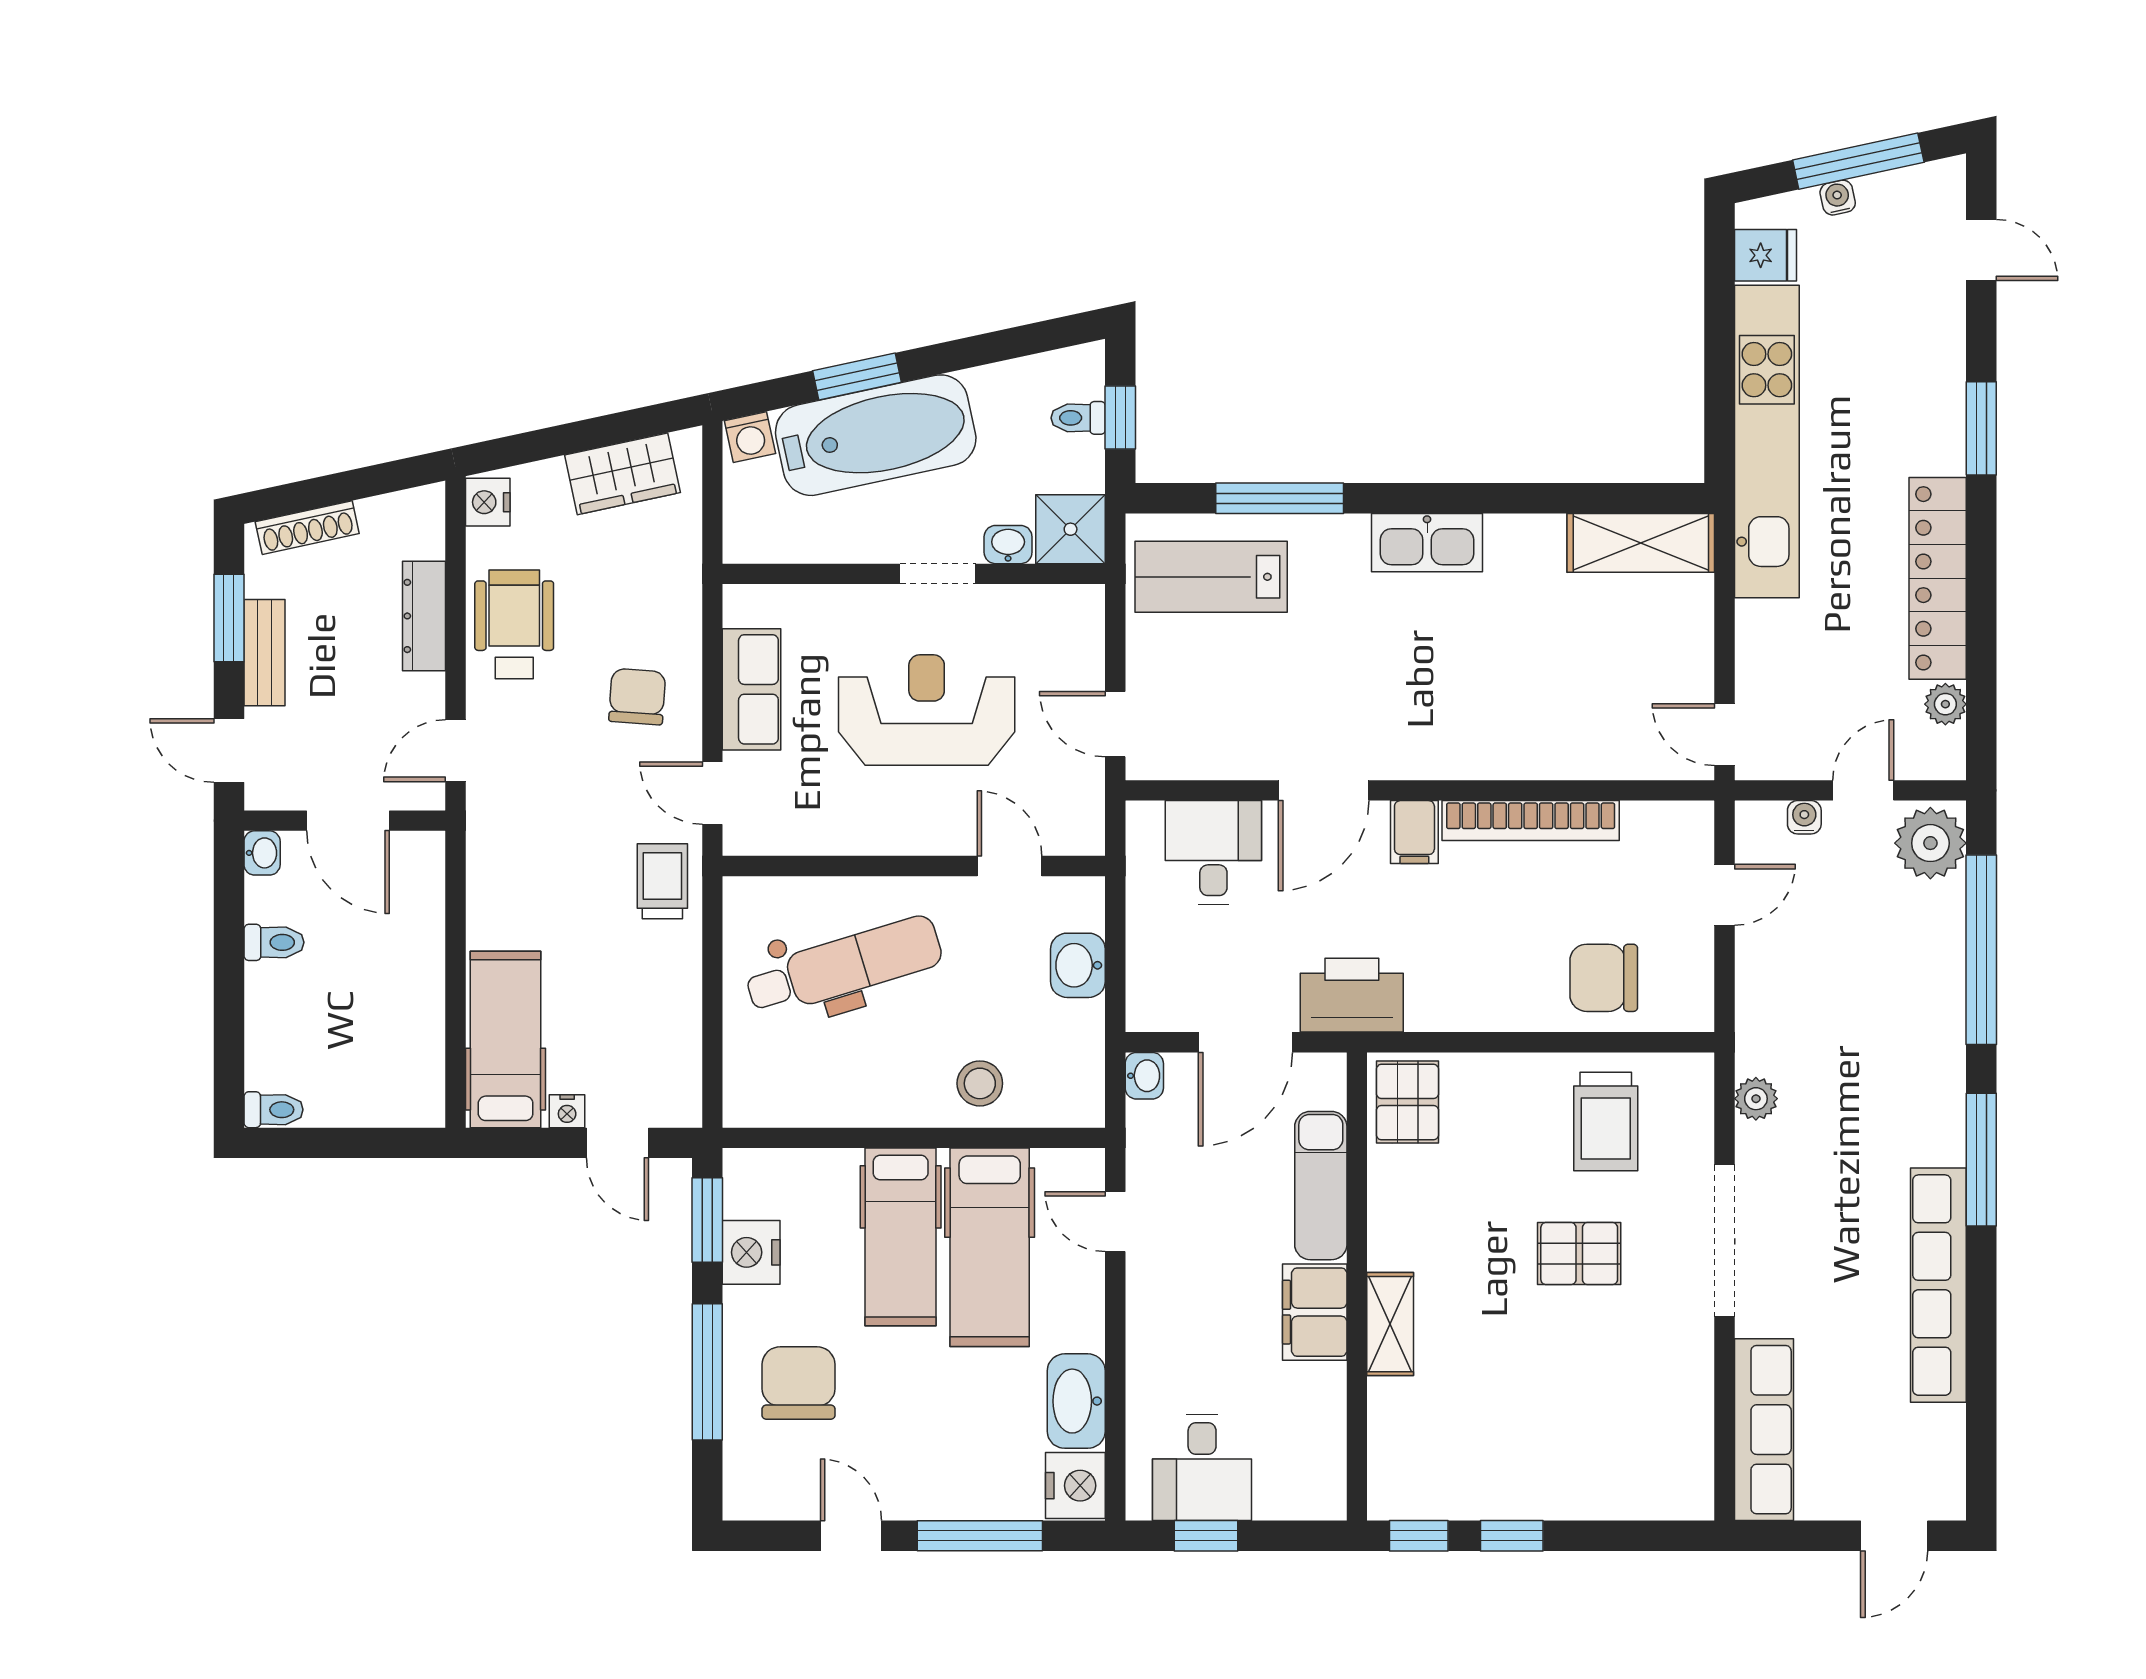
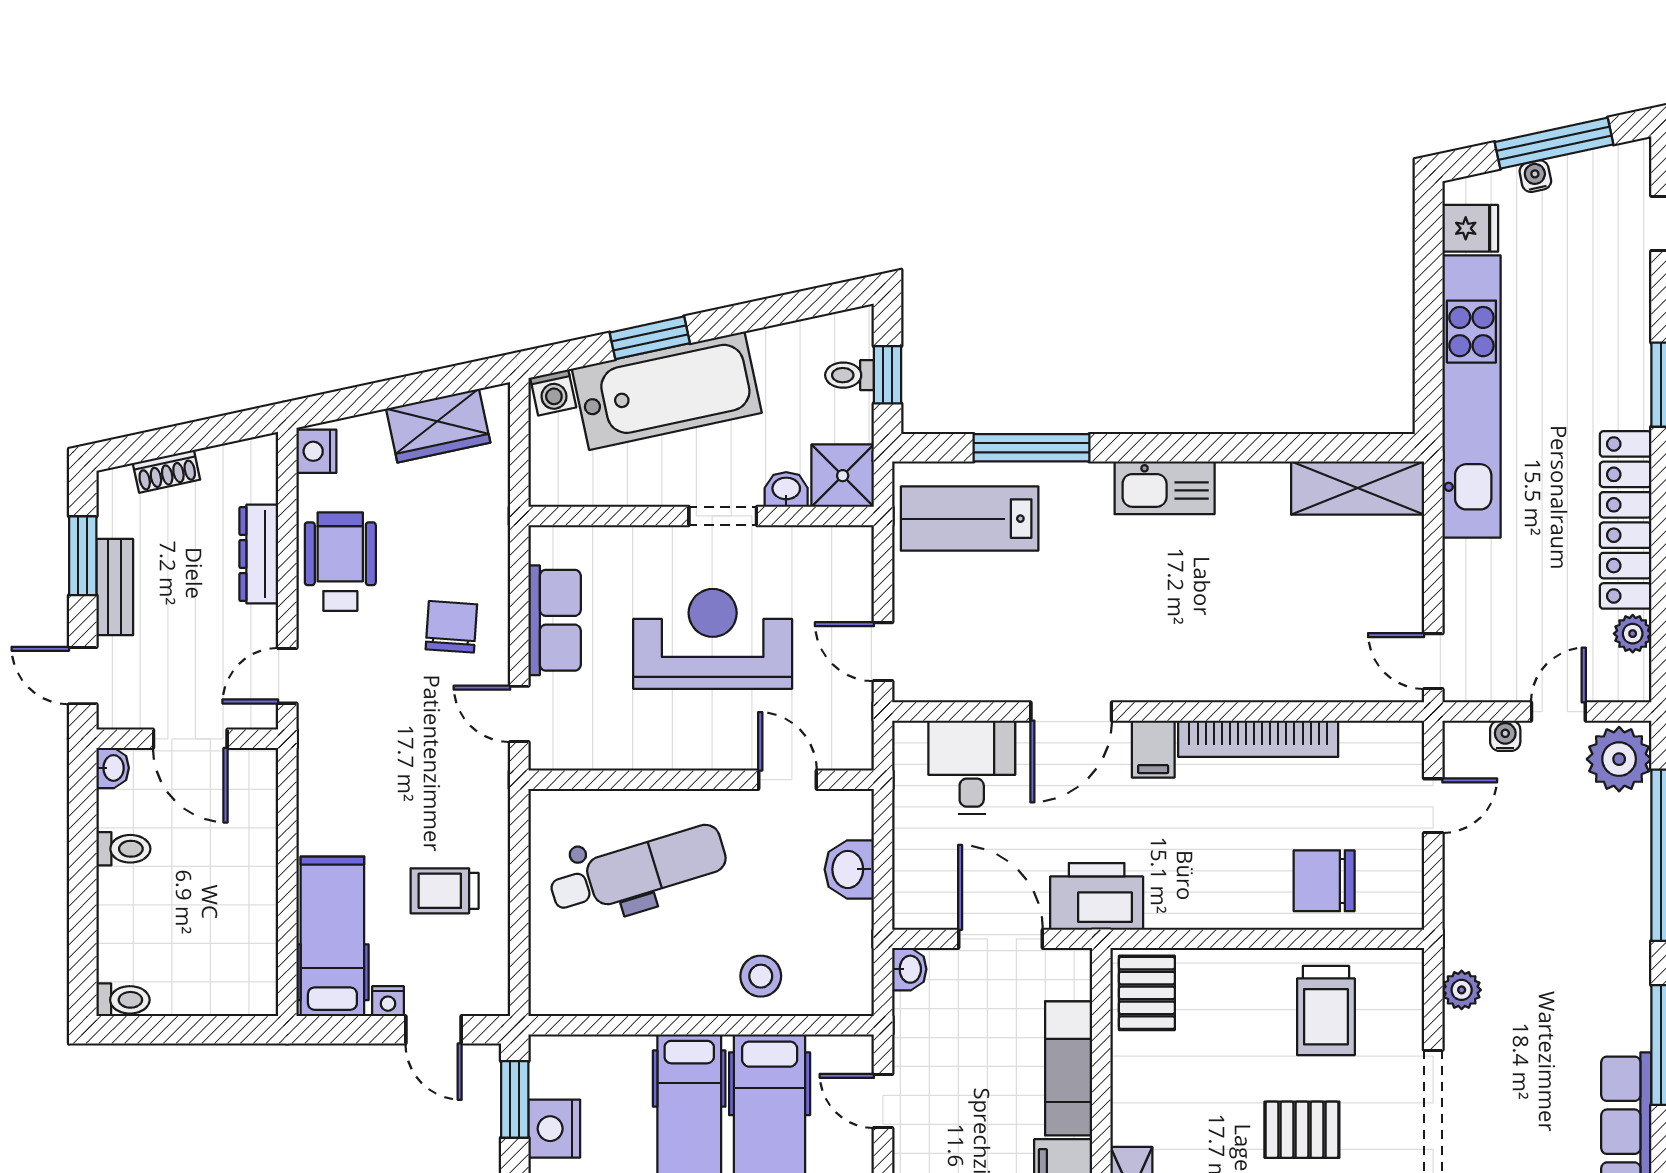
shoe rack: (307, 528) -> (166, 471), width x0.70
trolley: (662, 881) -> (445, 891), moved, turned -90
door: (1245, 1042) -> (1000, 939), swing flipped

